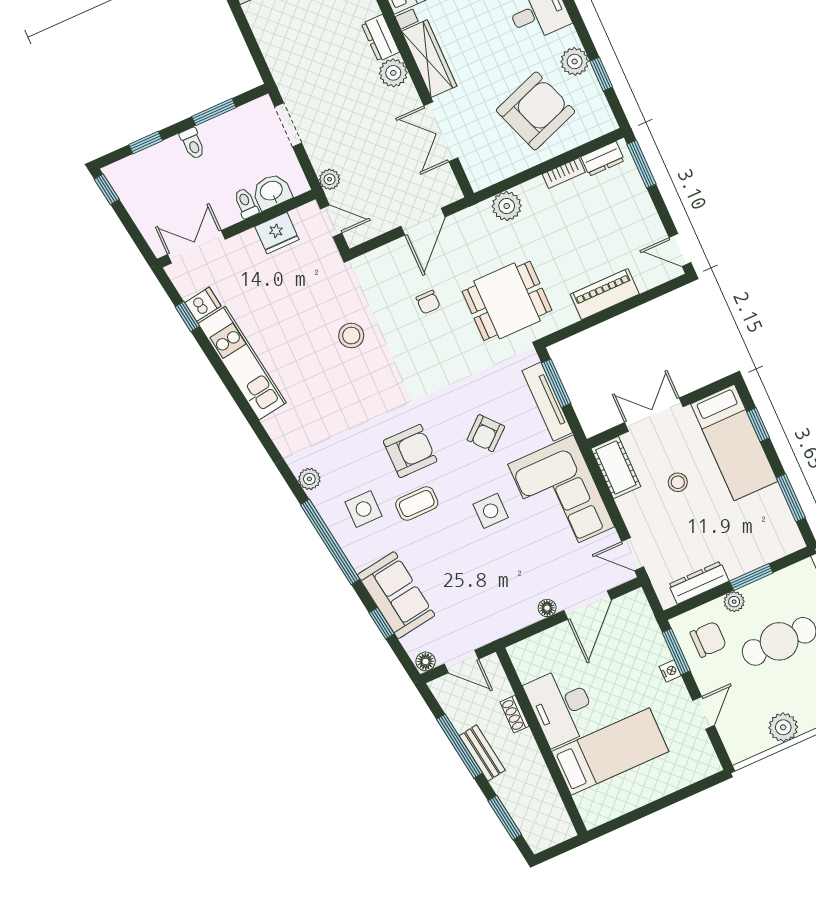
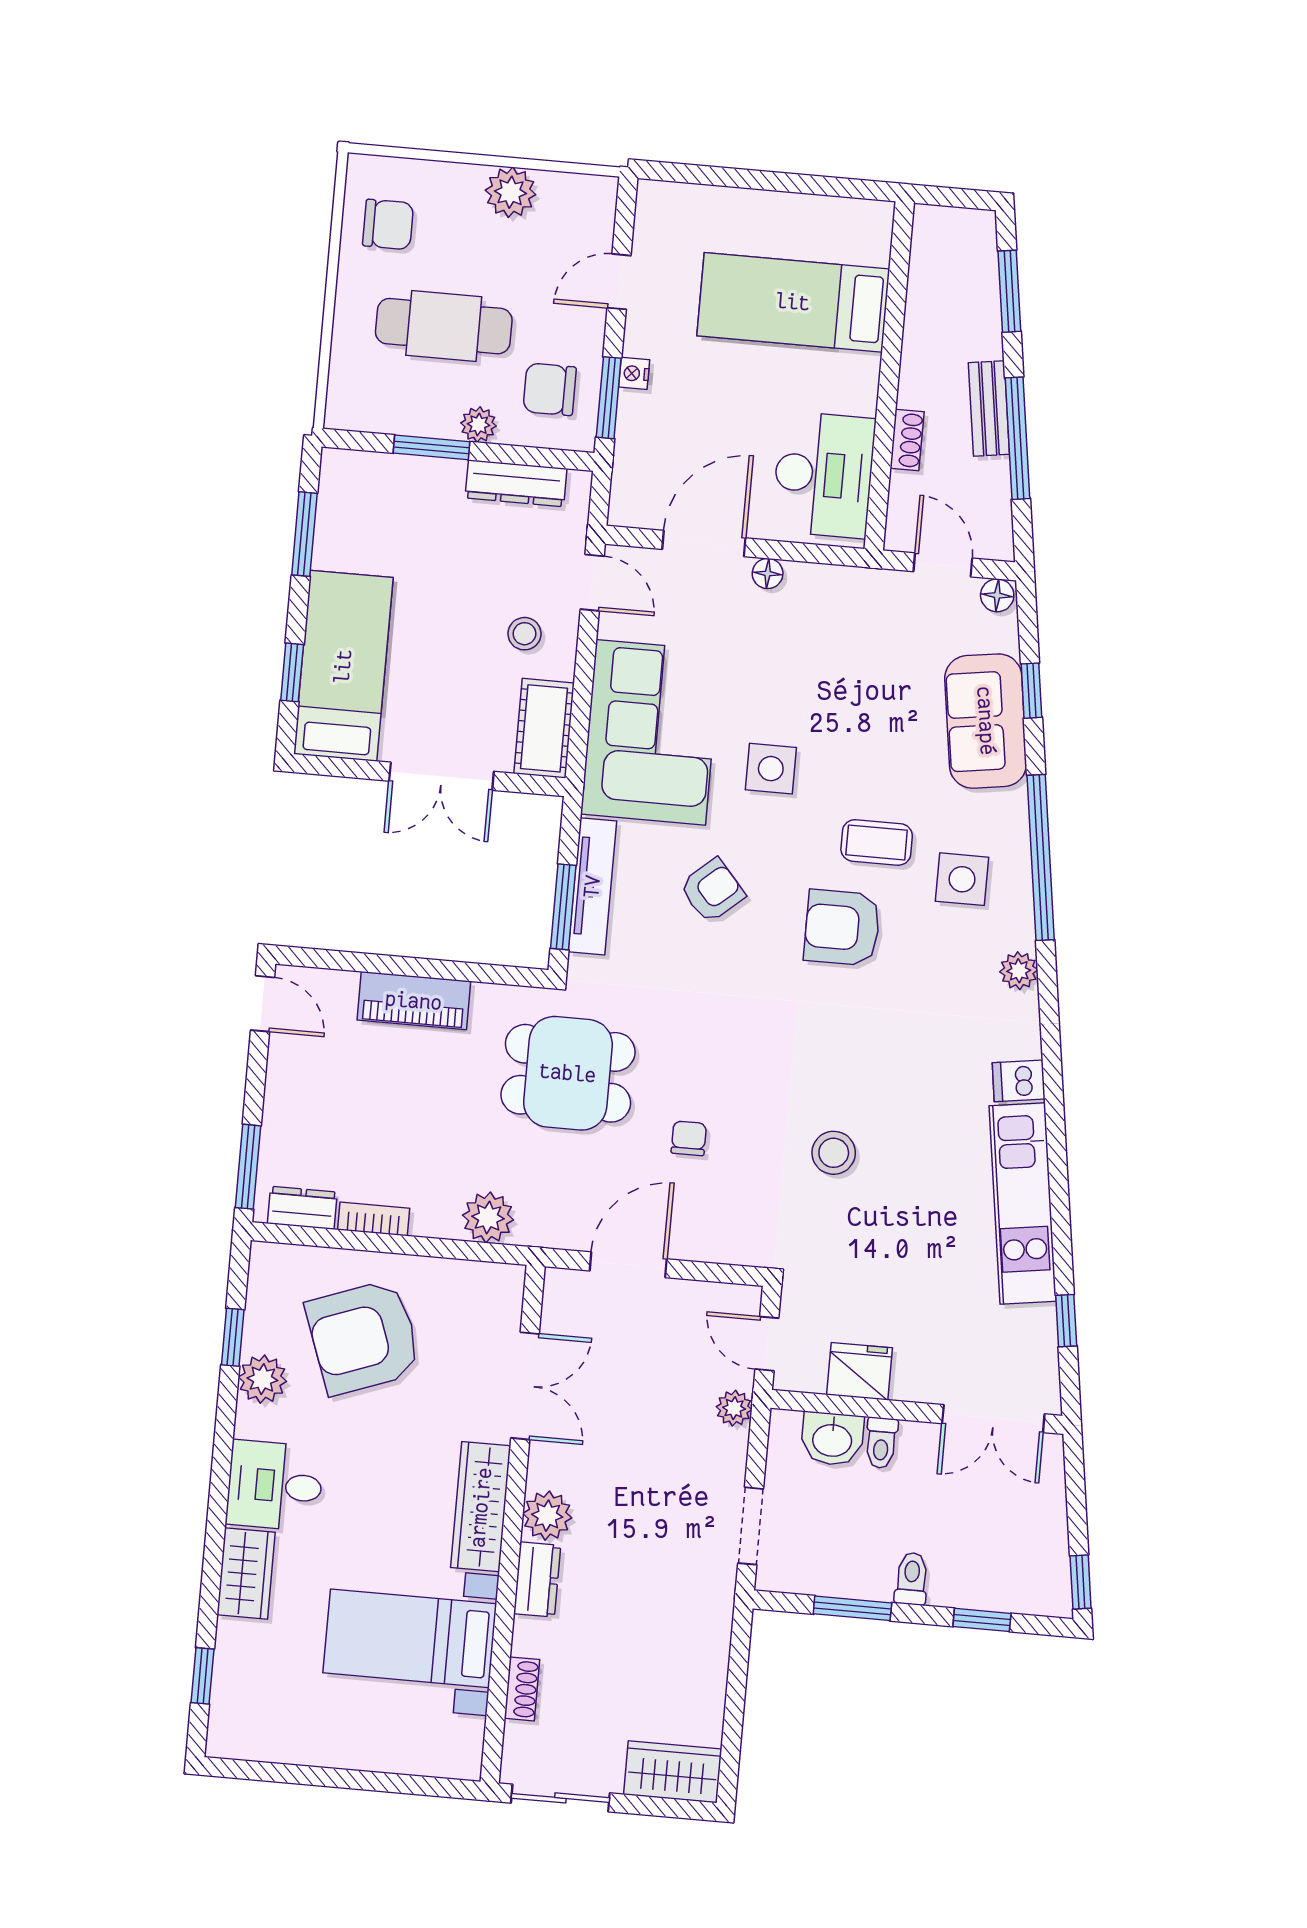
dishwasher: (203, 304) -> (1019, 1081), moved
stool: (678, 482) -> (524, 634), moved
desk: (561, 706) -> (824, 475), moved

